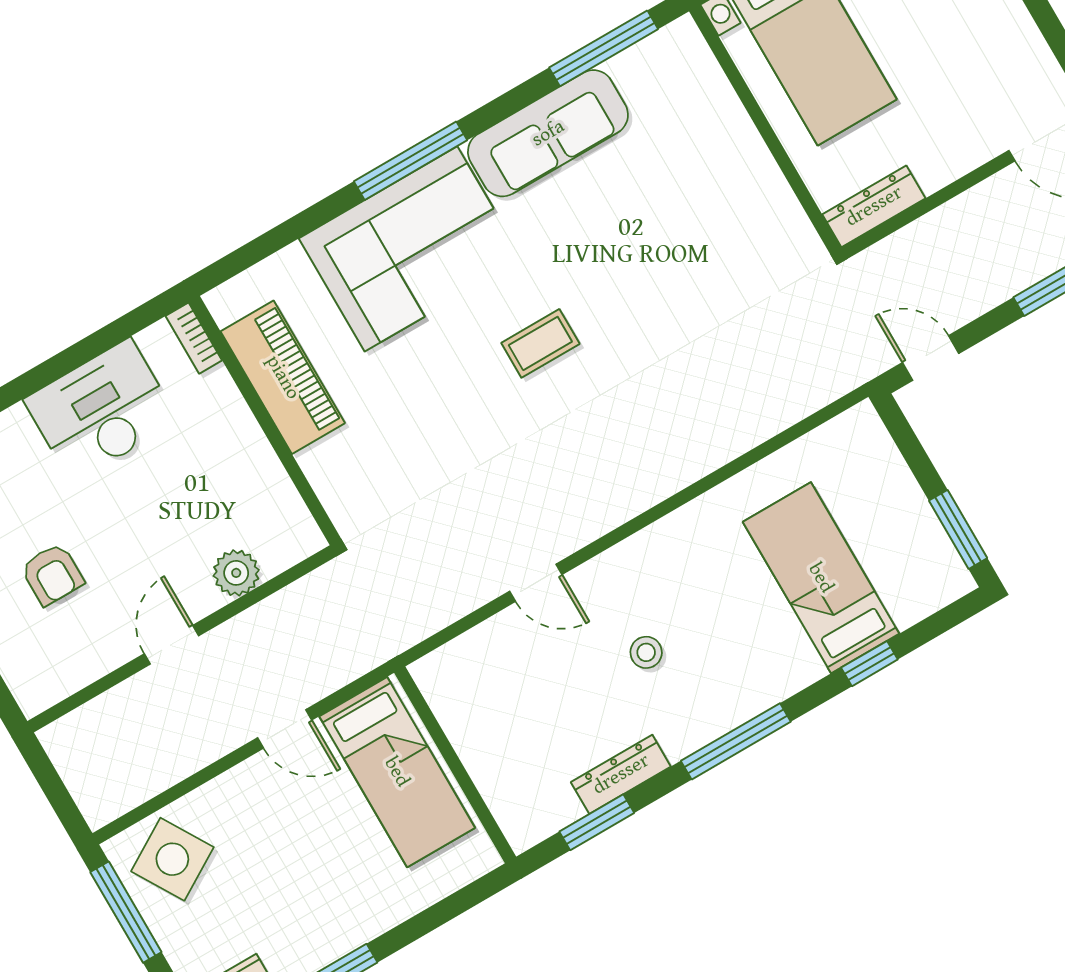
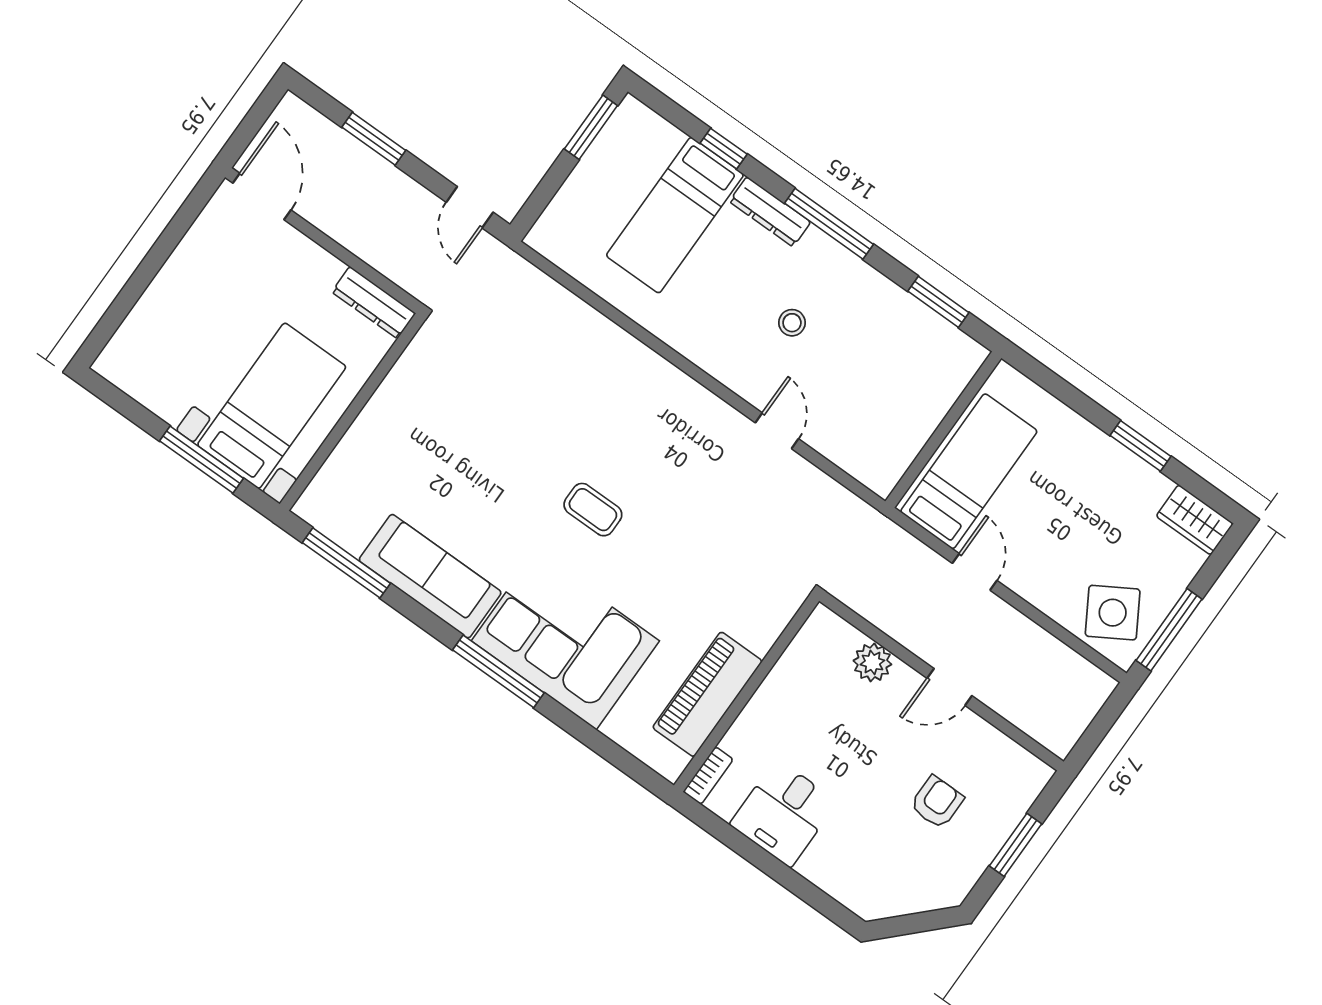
desk: (101, 410) -> (784, 813), width x0.73
dresser: (621, 774) -> (770, 212), moved

